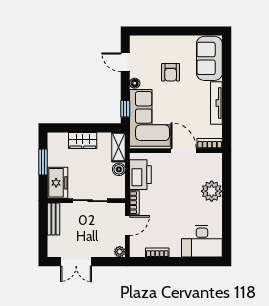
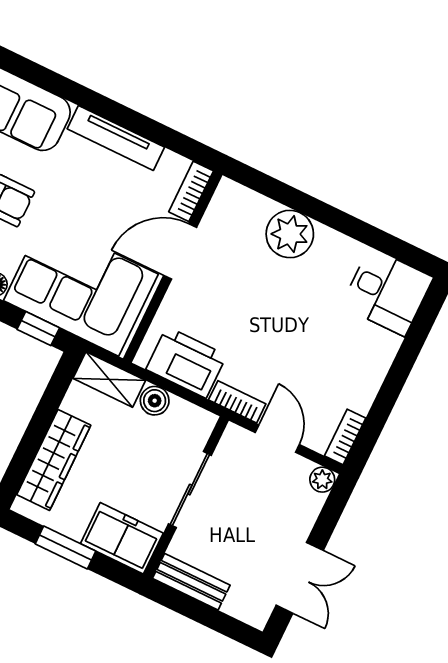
wardrobe: (83, 140) -> (54, 460), width x1.50
desk: (202, 241) -> (387, 292), width x0.73
bookcase: (157, 253) -> (345, 437), moved

